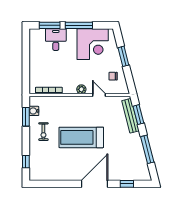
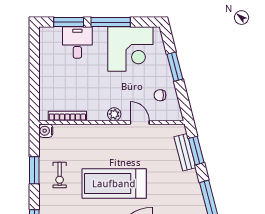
water cooler: (34, 111) -> (46, 131), moved
bench: (130, 116) -> (185, 152), width x0.73
window: (26, 117) -> (34, 170), moved

